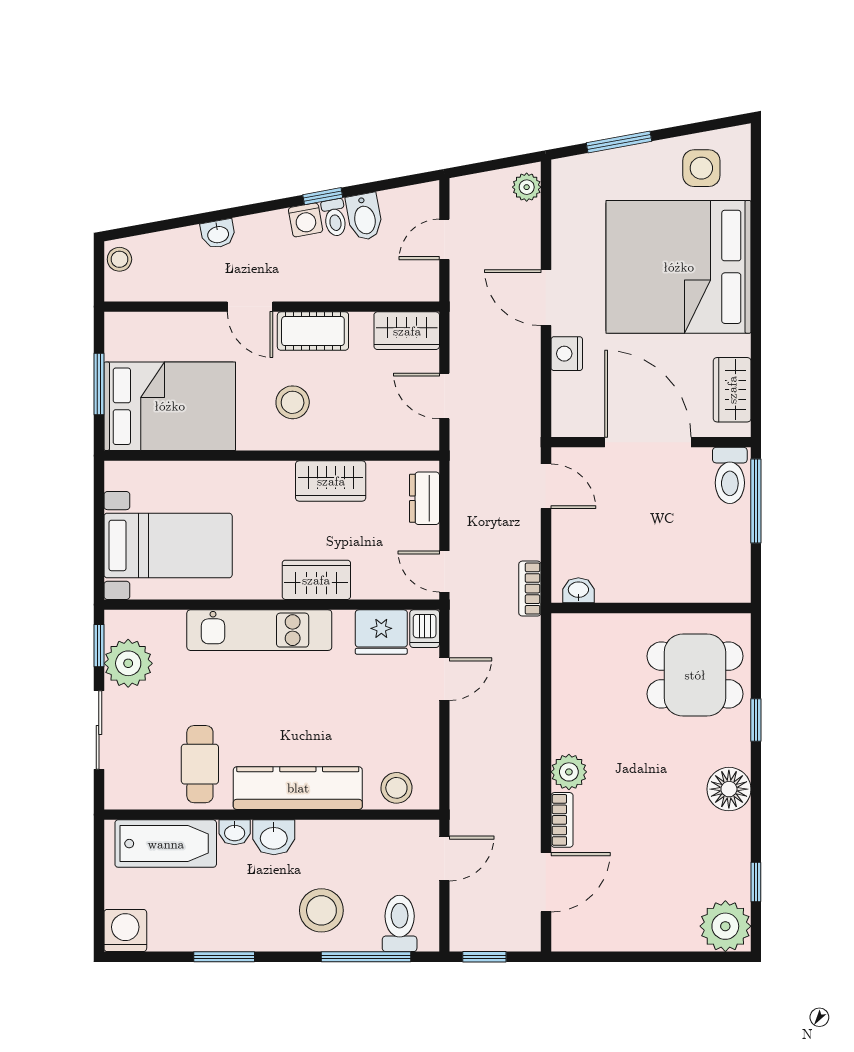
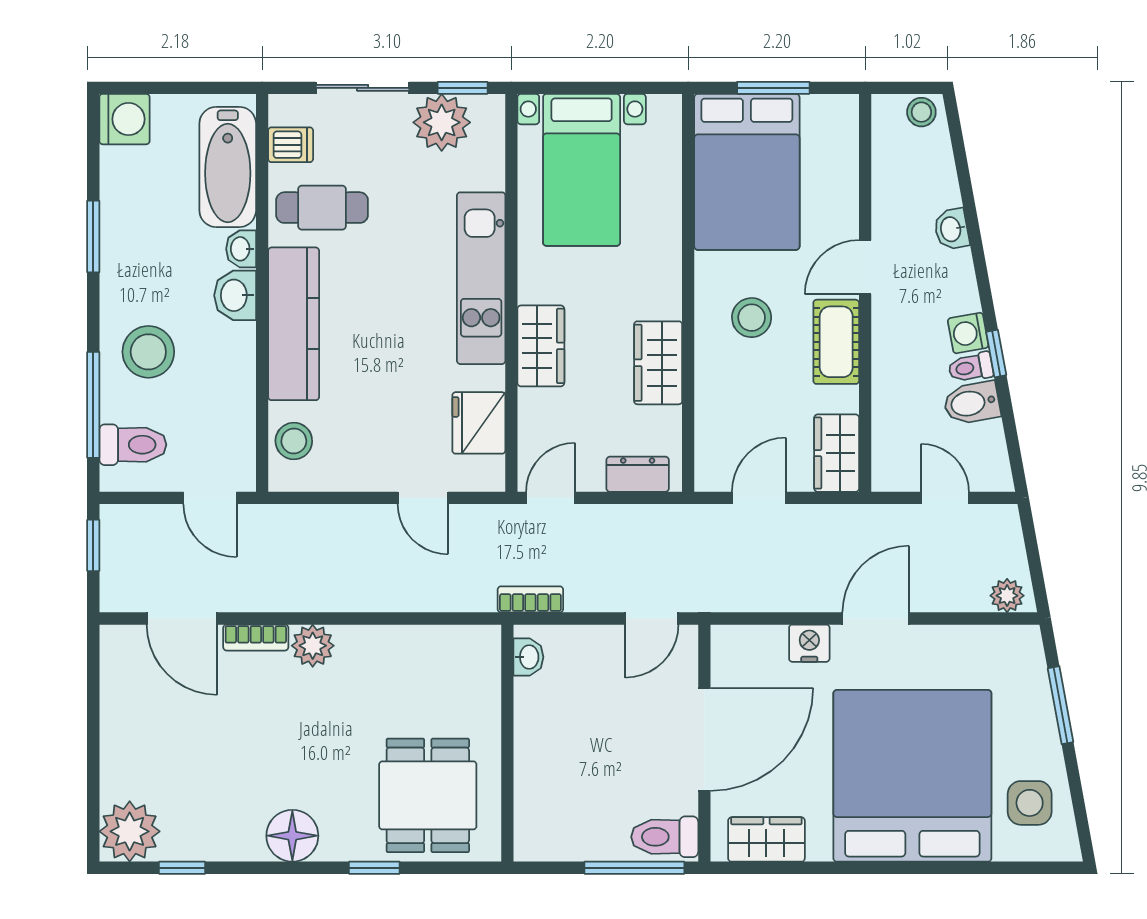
dishwasher: (425, 629) -> (291, 145), moved, turned 180

